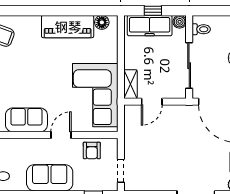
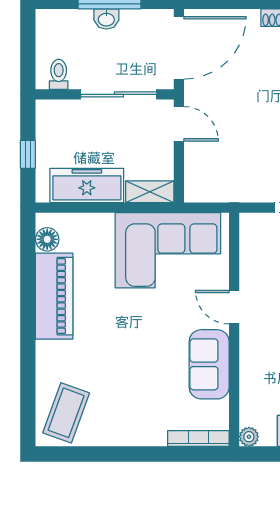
boiler: (180, 22) -> (46, 110), removed
freezer: (150, 26) -> (87, 185), moved, turned -90
door: (152, 102) -> (179, 124), moved
armchair: (92, 150) -> (260, 256), removed

